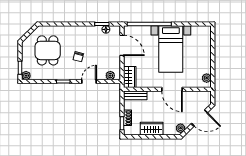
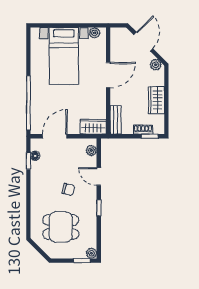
bed with nightstands: (171, 49) -> (64, 56), moved, turned 90

